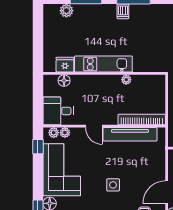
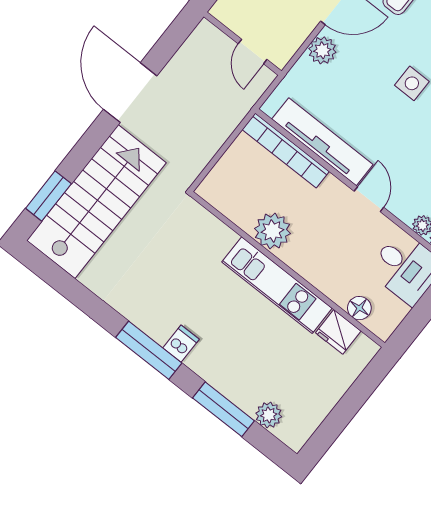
plant: (126, 80) -> (272, 231), width x1.88, depth x1.88
plant: (158, 170) -> (322, 50), added

